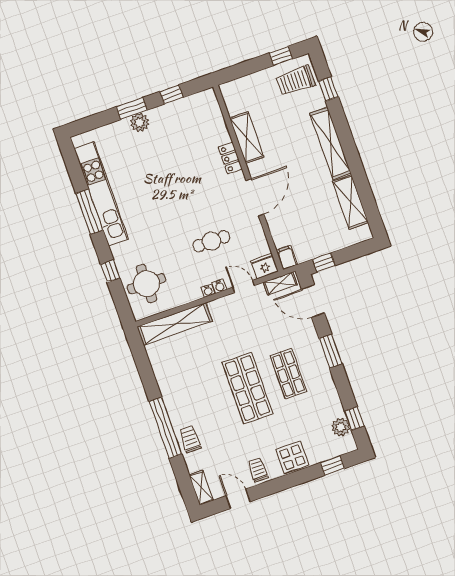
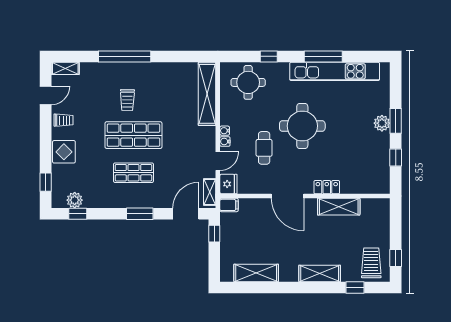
shelving: (330, 143) -> (320, 273), width x0.68
round table: (173, 208) -> (302, 126), added
trolley: (190, 439) -> (127, 100), moved, turned 91

